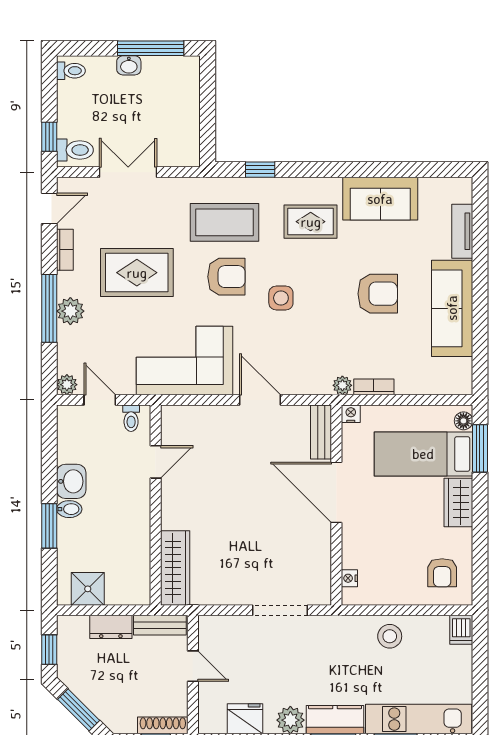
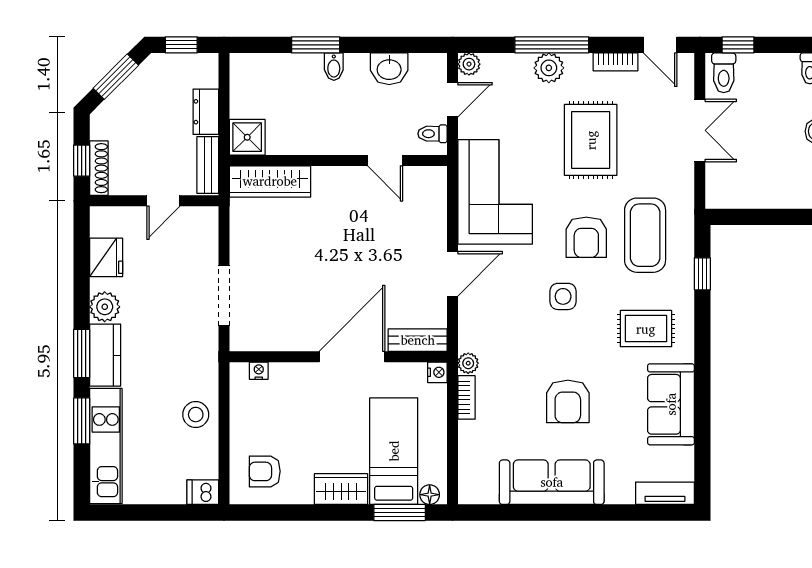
rug: (311, 222) -> (646, 329), turned 90
tv unit: (462, 231) -> (665, 493), moved
washbasin: (71, 481) -> (389, 69), moved
shower: (88, 589) -> (247, 137), moved

